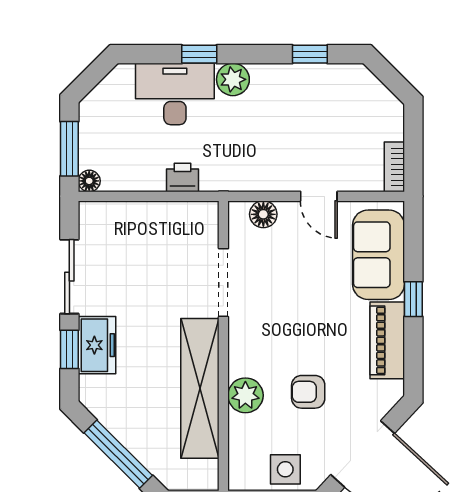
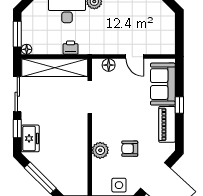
bookcase: (394, 167) -> (170, 43), removed
freezer: (97, 345) -> (30, 138), moved
shelving: (200, 388) -> (55, 68), moved, turned 90

